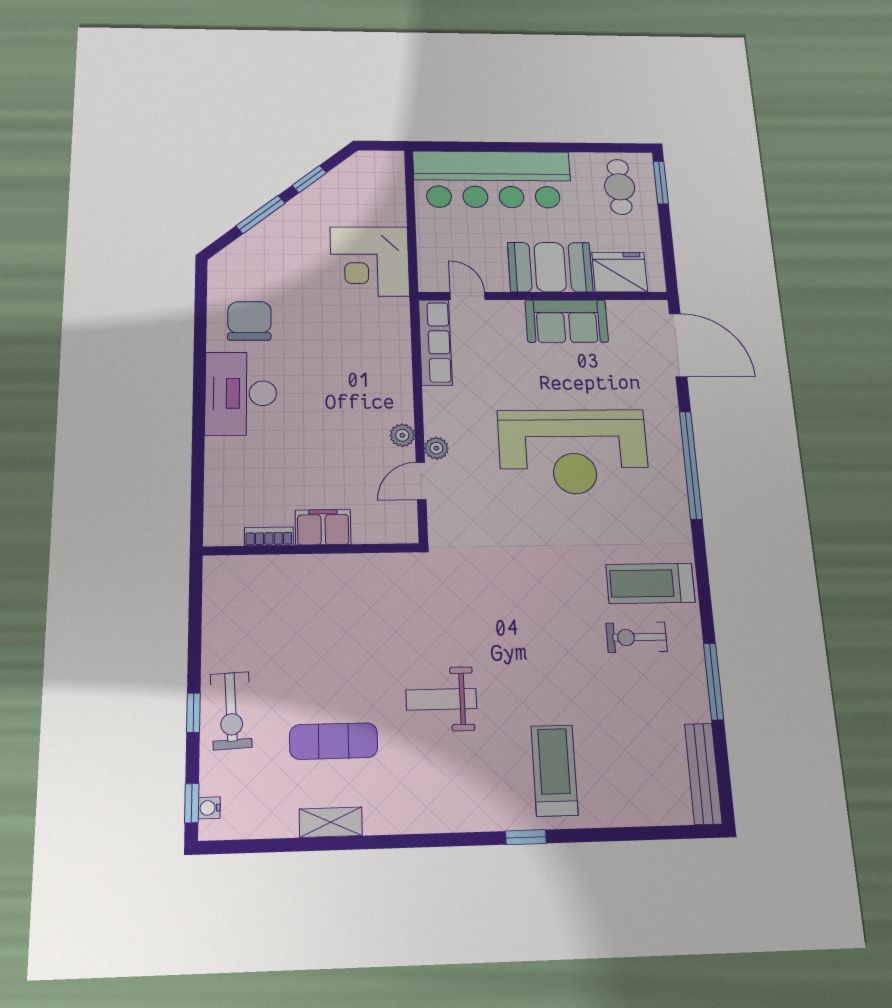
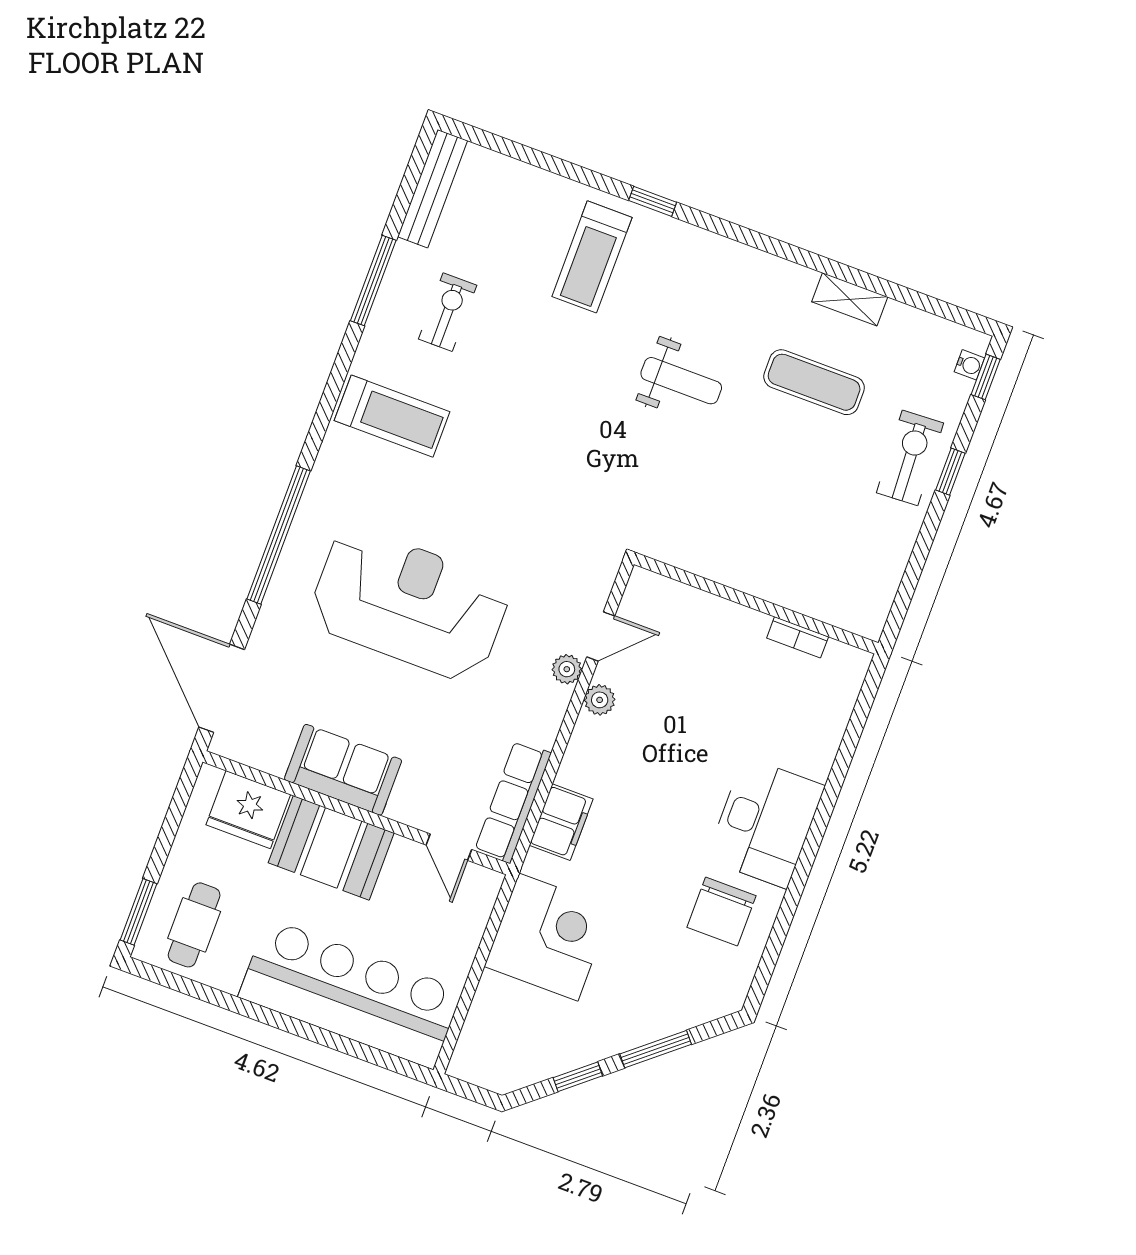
filing cabinet: (323, 527) -> (561, 822), moved, turned -90
exercise bike: (637, 637) -> (448, 312), moved, turned -90

